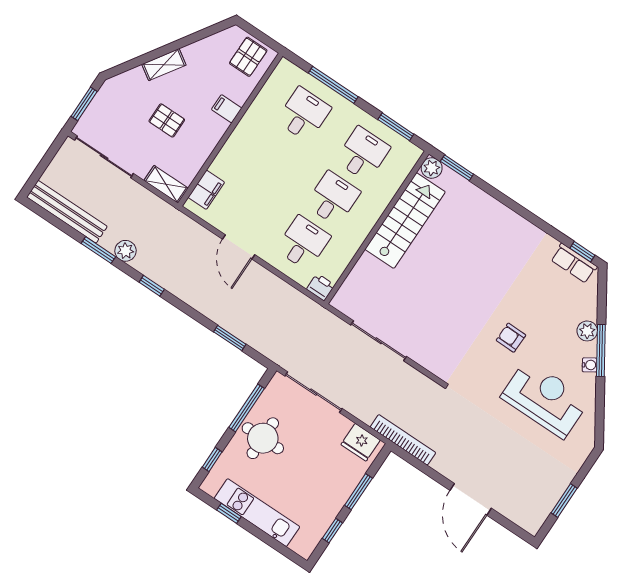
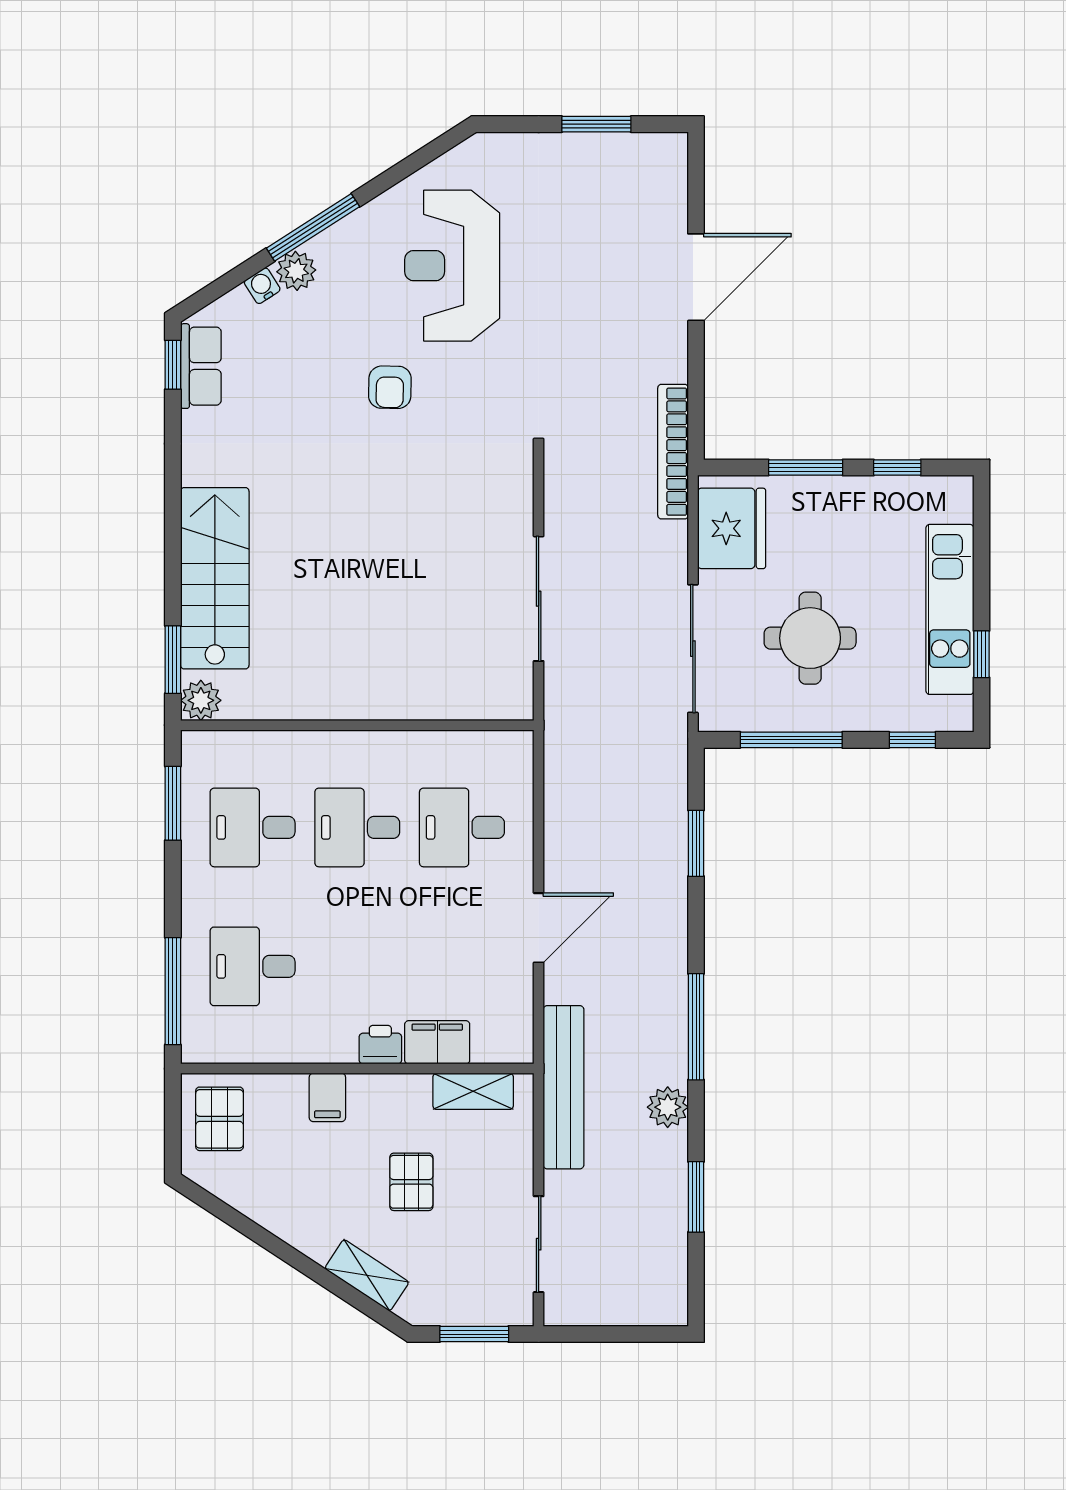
pallet: (248, 57) -> (220, 1119), turned 90
shelving: (164, 65) -> (367, 1275), moved
window: (333, 85) -> (173, 991), moved
sliding door: (104, 157) -> (539, 1244), width x0.73
shelving: (166, 184) -> (473, 1091), moved, turned 90
filing cabinet: (206, 190) -> (437, 1042), moved
bench: (67, 212) -> (564, 1087), moved
stairs: (405, 221) -> (215, 578), moved, turned 90
window: (98, 250) -> (696, 1197), moved
window: (152, 286) -> (696, 1027), width x2.17
printer: (321, 287) -> (380, 1045), moved, turned 90
water cooler: (590, 365) -> (262, 286), moved
round table: (263, 438) -> (810, 638), moved
fridge: (361, 442) -> (732, 528), width x1.36, depth x1.34

